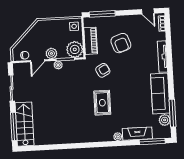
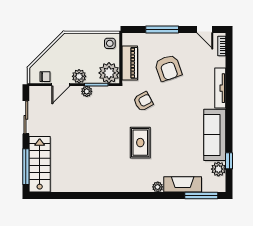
window: (102, 14) -> (162, 30), moved
window: (173, 113) -> (229, 161), width x0.46

